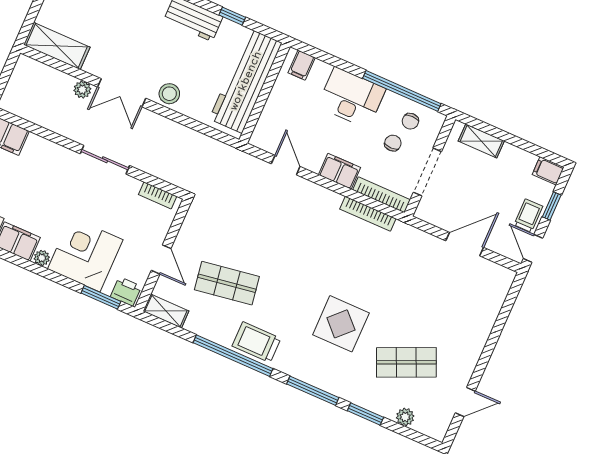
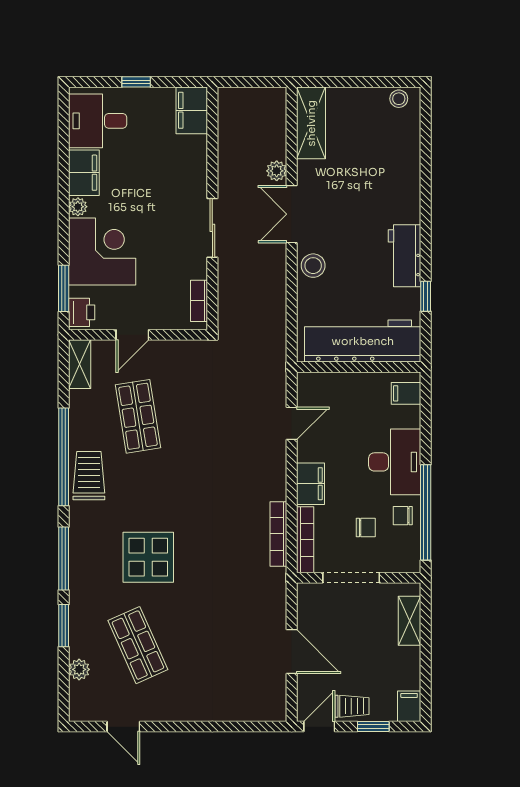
chair: (410, 121) -> (403, 516), moved

